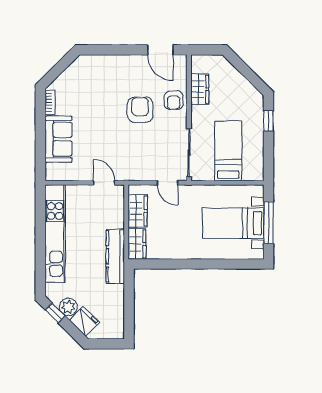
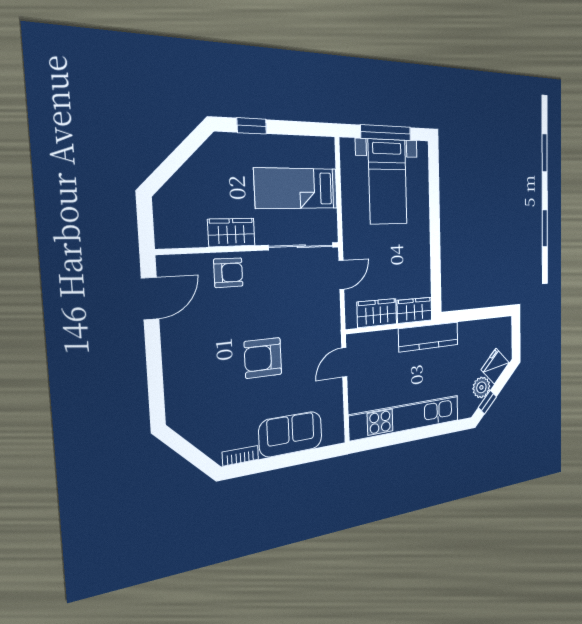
wardrobe: (200, 89) -> (231, 232), moved
armchair: (140, 110) -> (263, 358), moved

